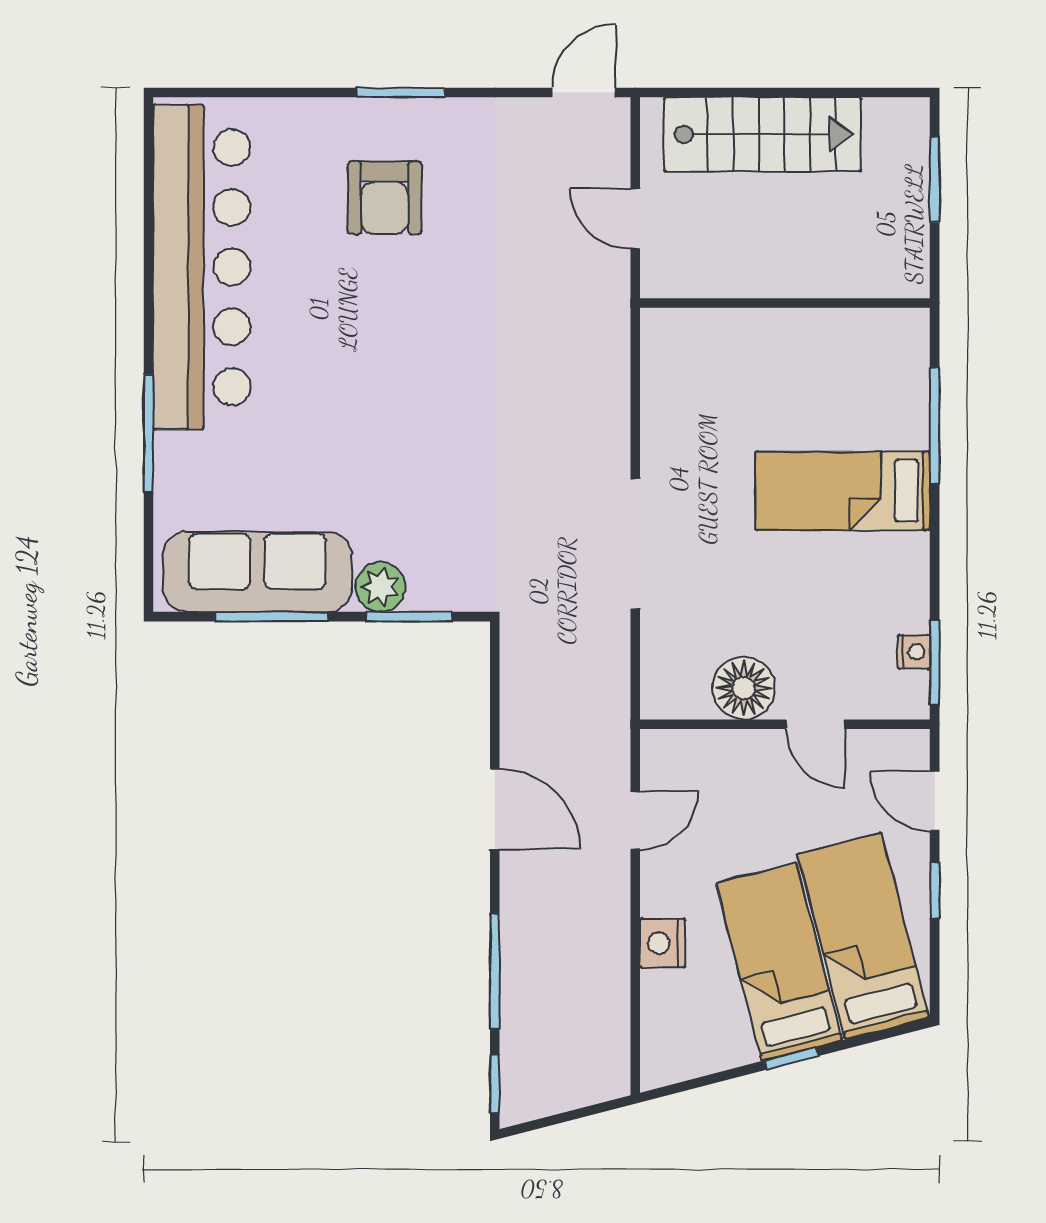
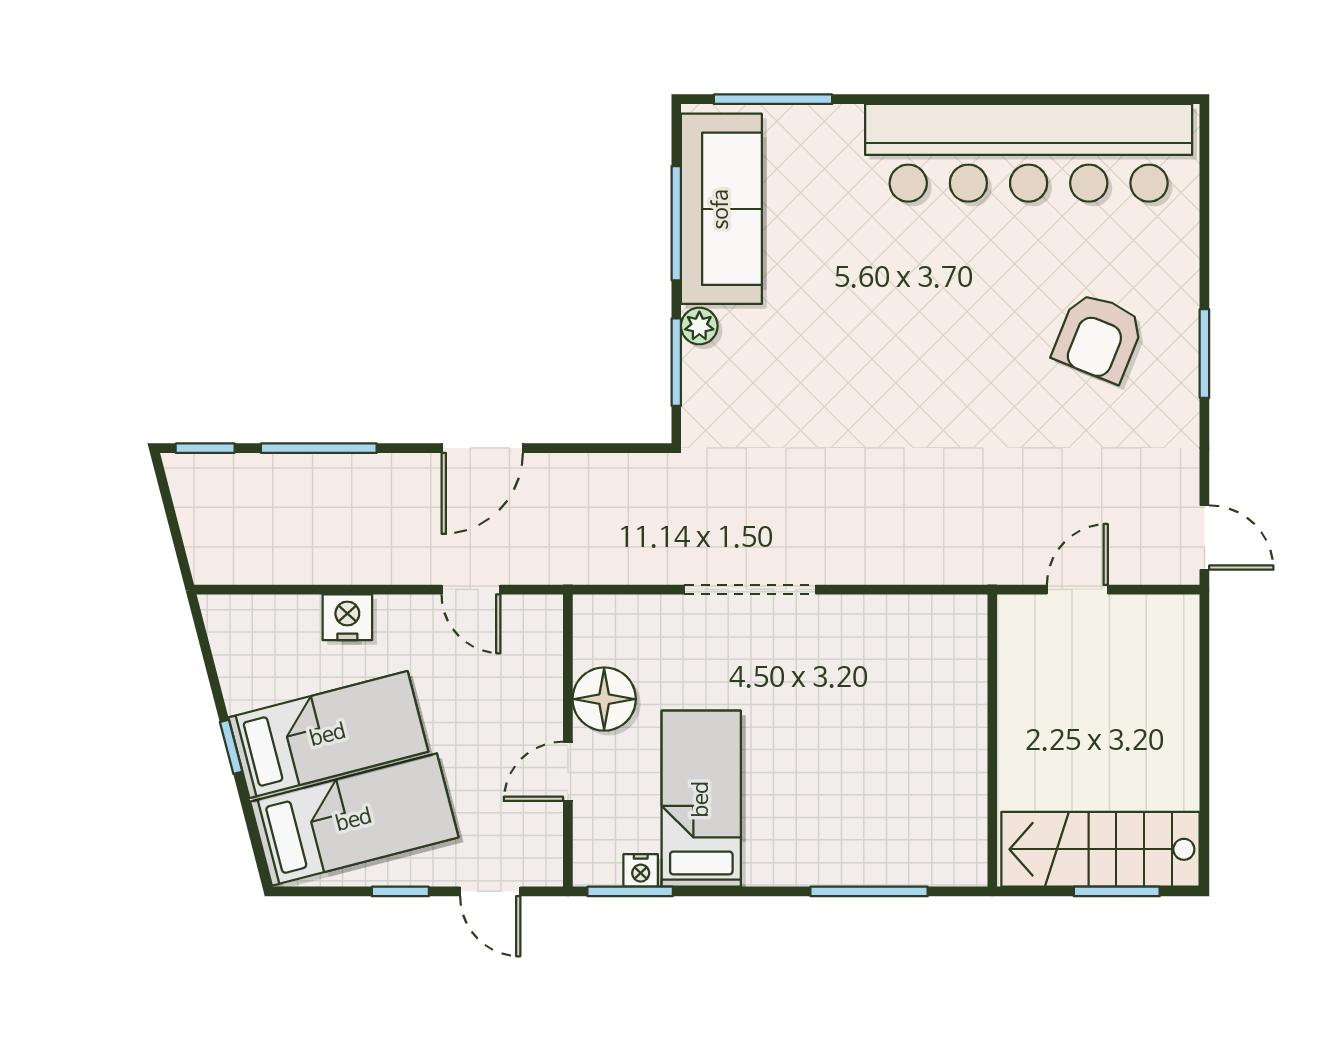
stairs: (763, 134) -> (1101, 849), moved, turned 90
armchair: (385, 198) -> (1098, 337), turned -68
window: (149, 433) -> (773, 99), moved
bed: (843, 491) -> (701, 799), moved
plant: (380, 587) -> (699, 326), width x0.73, depth x0.73
door: (935, 801) -> (490, 891), swing flipped

